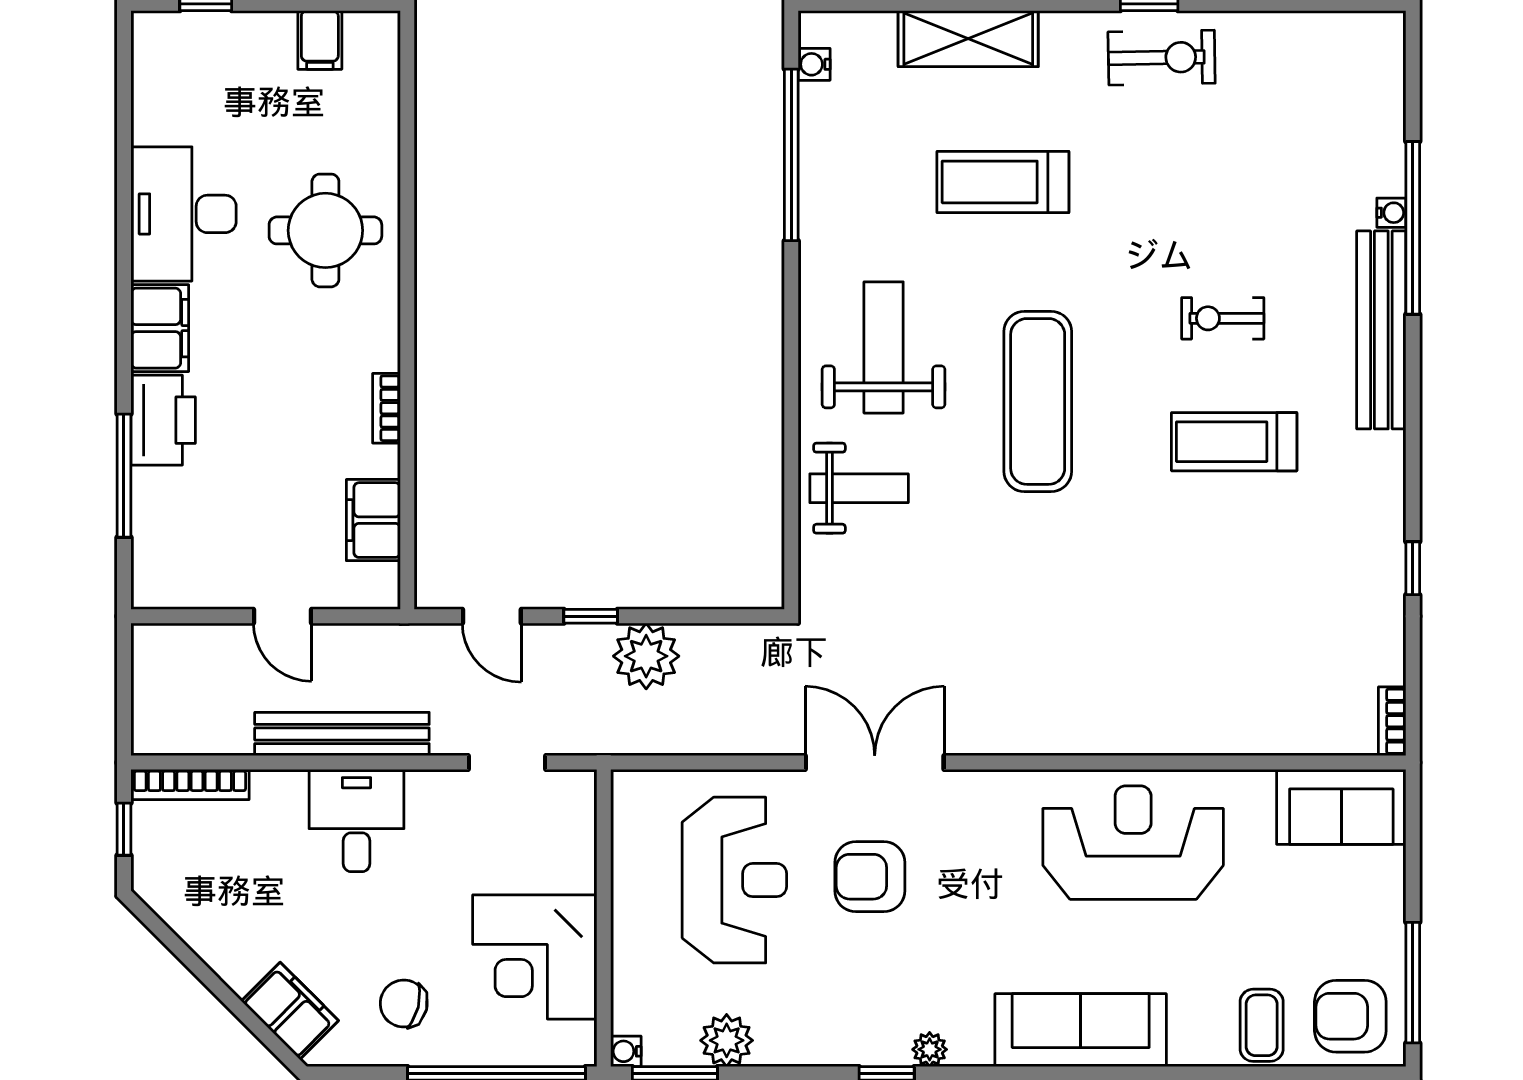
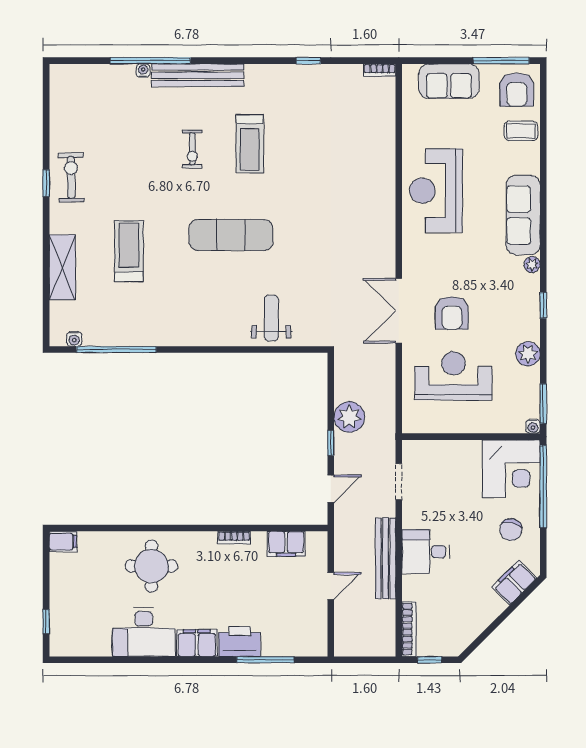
filing cabinet: (320, 40) -> (63, 541), moved
treadmill: (1003, 182) -> (129, 251), turned 180
weight bench: (884, 347) -> (206, 307), removed
sofa: (1341, 807) -> (449, 81), moved, turned 90
corner desk: (535, 957) -> (511, 469), moved
plant: (727, 1040) -> (528, 354), moved
plant: (930, 1049) -> (532, 264), moved

